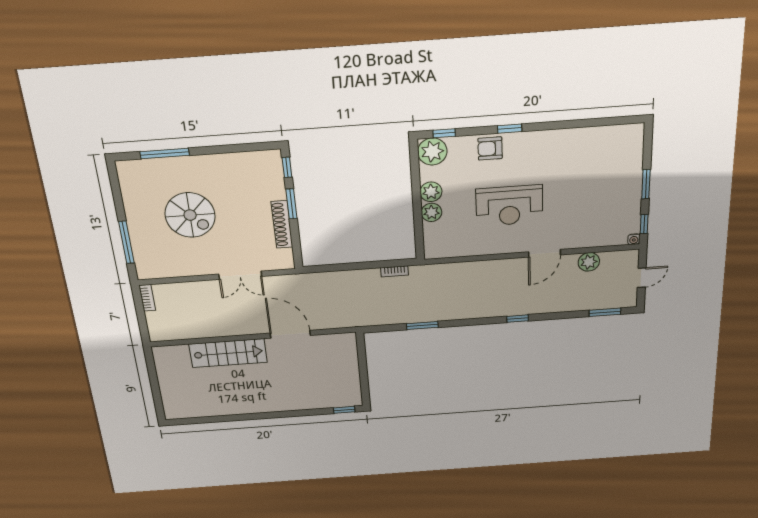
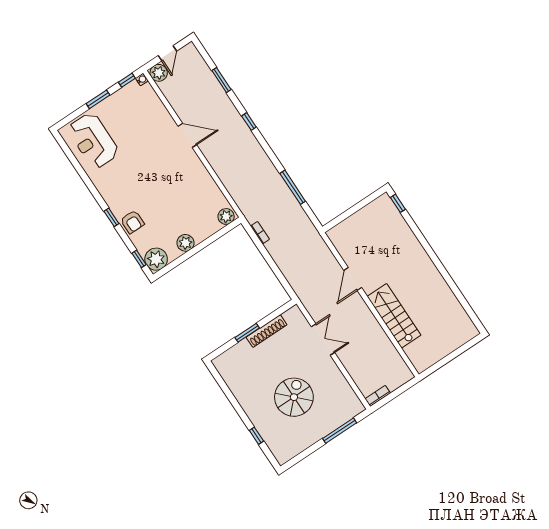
window: (165, 153) -> (256, 436), width x0.46
window: (287, 167) -> (222, 350), removed
reception desk: (509, 206) -> (93, 141), moved, turned 180
plant: (431, 212) -> (226, 216), moved
plant: (589, 262) -> (159, 73), moved
door: (642, 278) -> (167, 53), swing flipped
window: (605, 312) -> (221, 80), moved
window: (422, 325) -> (293, 187), width x1.44
door: (290, 334) -> (353, 279), width x0.73

